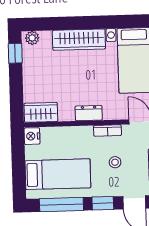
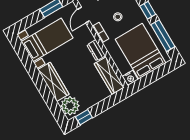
plant: (32, 38) -> (70, 106), width x1.87, depth x1.87
wardrobe: (41, 112) -> (109, 75), width x1.50
bed: (58, 174) -> (141, 51), width x1.50

